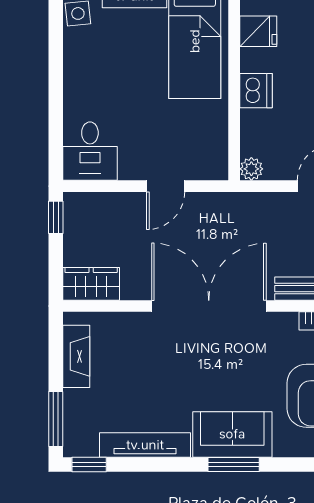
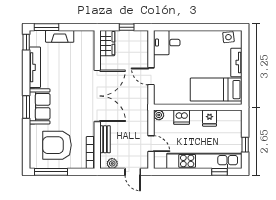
fridge: (258, 31) -> (210, 118), moved
dishwasher: (256, 91) -> (182, 117), moved
window: (56, 217) -> (127, 27), moved
fireplace: (76, 356) -> (60, 36), moved

